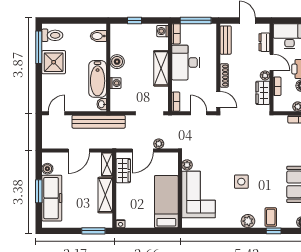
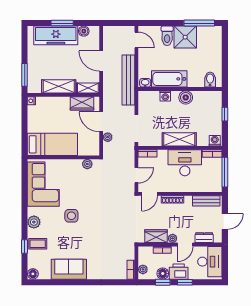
toilet: (52, 35) -> (167, 36), moved
corner sofa: (198, 194) -> (43, 184), moved, turned -90

